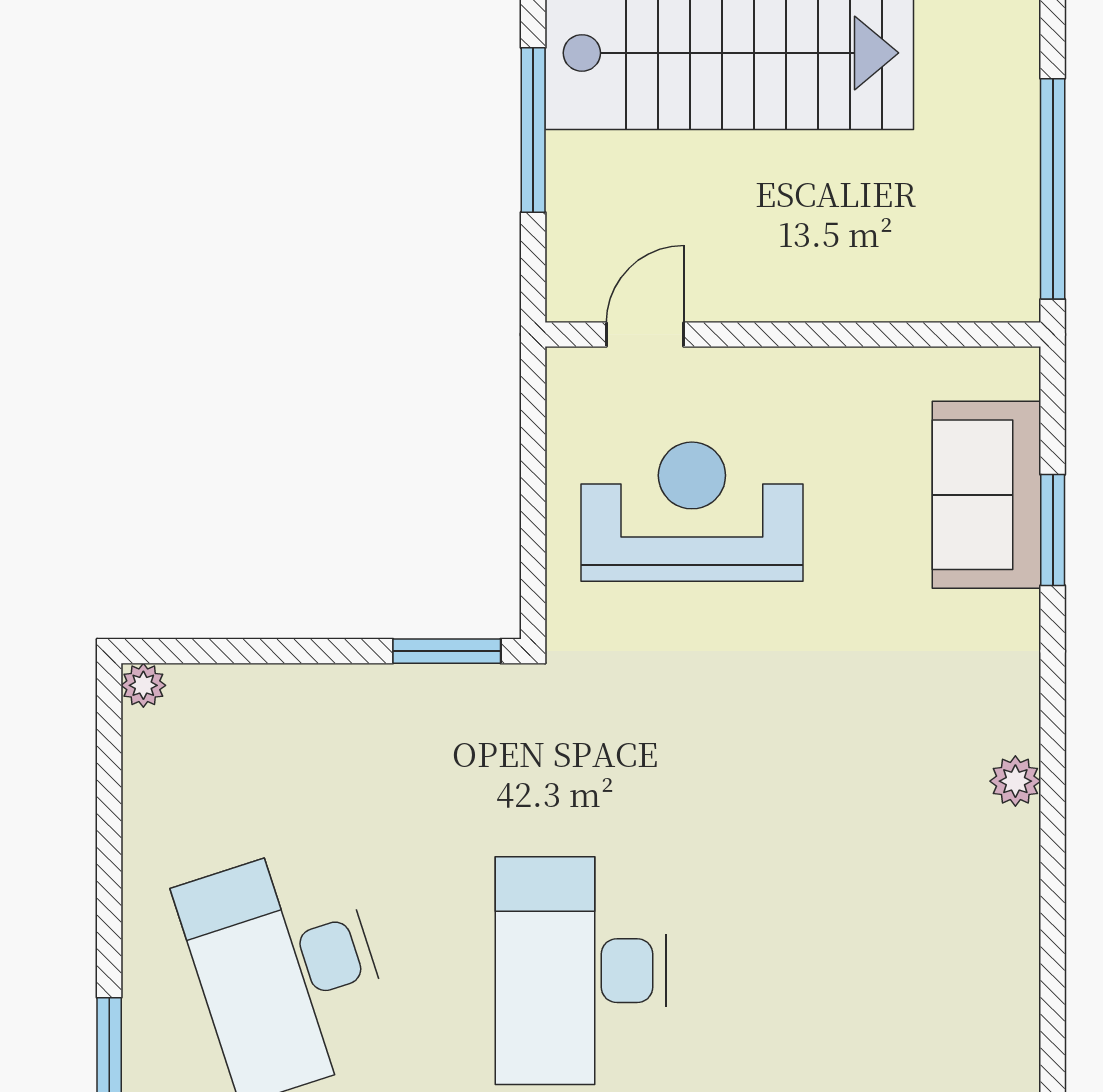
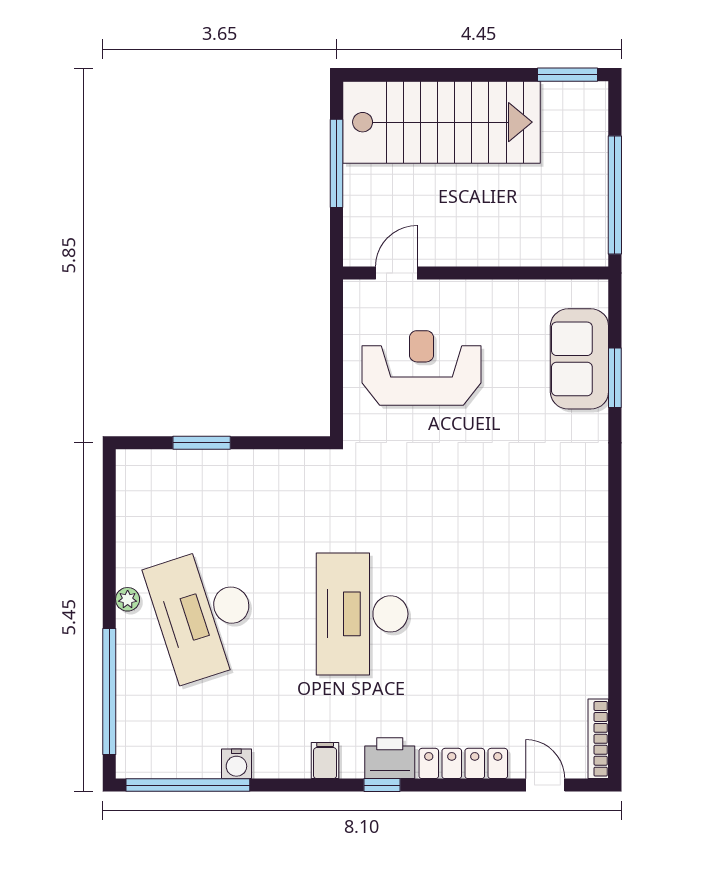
window: (447, 651) -> (202, 443), moved
plant: (143, 685) -> (128, 599), moved
plant: (1015, 781) -> (595, 512), removed

